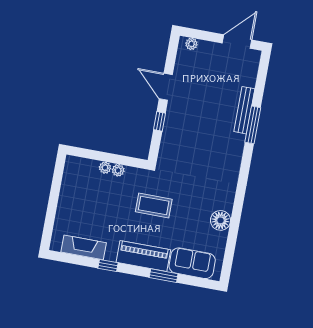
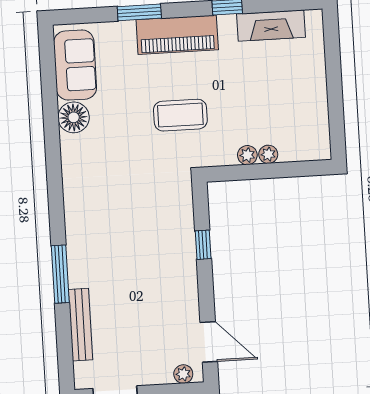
door: (166, 87) -> (209, 342), moved
bench: (244, 110) -> (80, 325), moved
sofa: (192, 263) -> (75, 65), moved, turned -90

